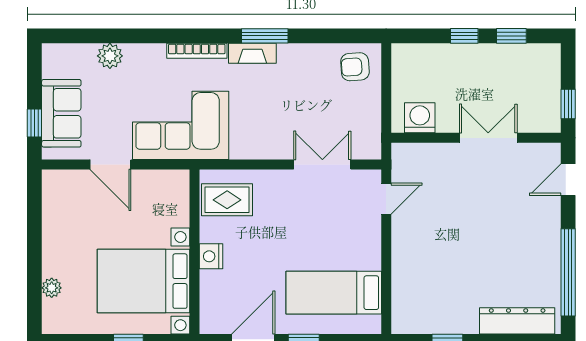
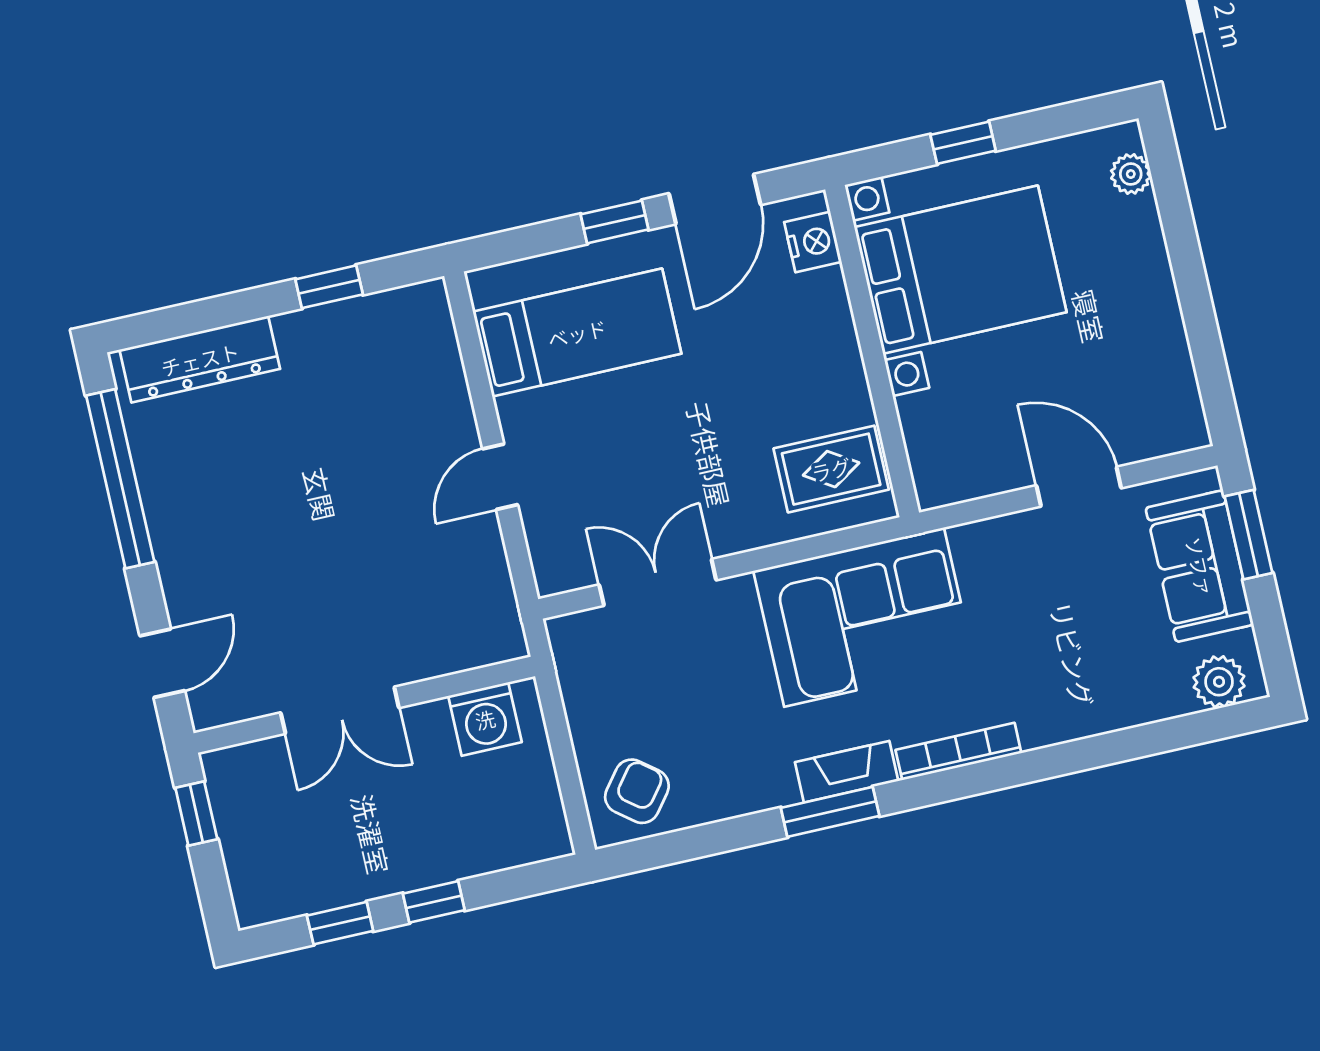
plant: (110, 56) -> (1219, 682), moved
armchair: (355, 67) -> (637, 791), turned -48
window: (34, 123) -> (1249, 535), width x1.50
corner sofa: (181, 125) -> (864, 617), moved
double door: (322, 164) -> (658, 582), swing flipped
door: (386, 199) -> (500, 477), moved
nightstand: (211, 256) -> (813, 242), moved
plant: (52, 288) -> (1131, 174), moved

